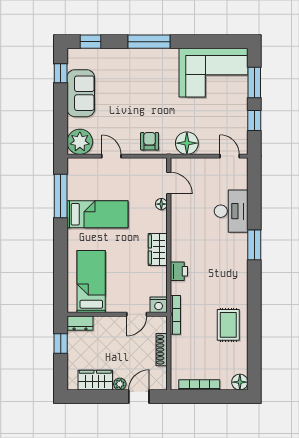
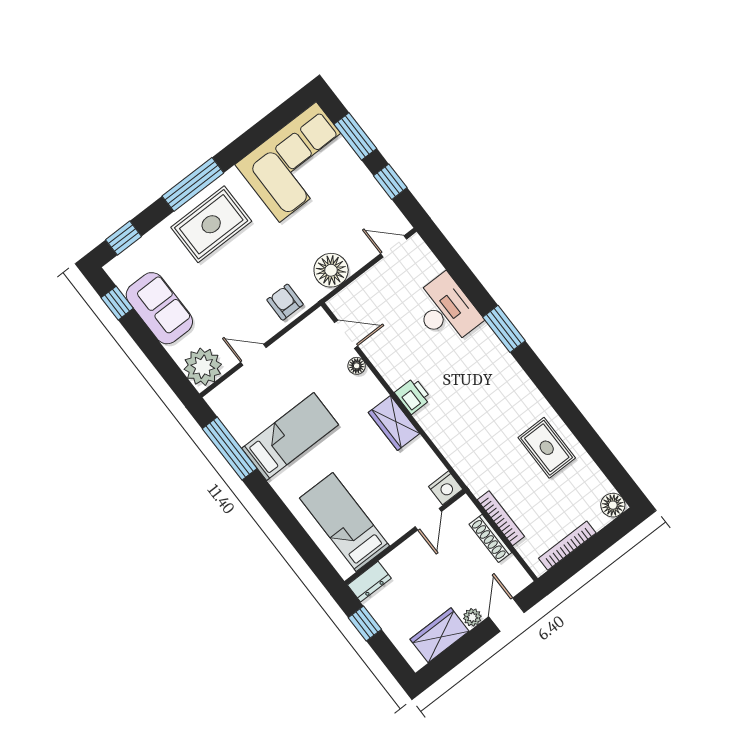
rug: (142, 70) -> (211, 224), added
printer: (179, 271) -> (413, 396), moved
bookcase: (175, 315) -> (501, 518), moved

